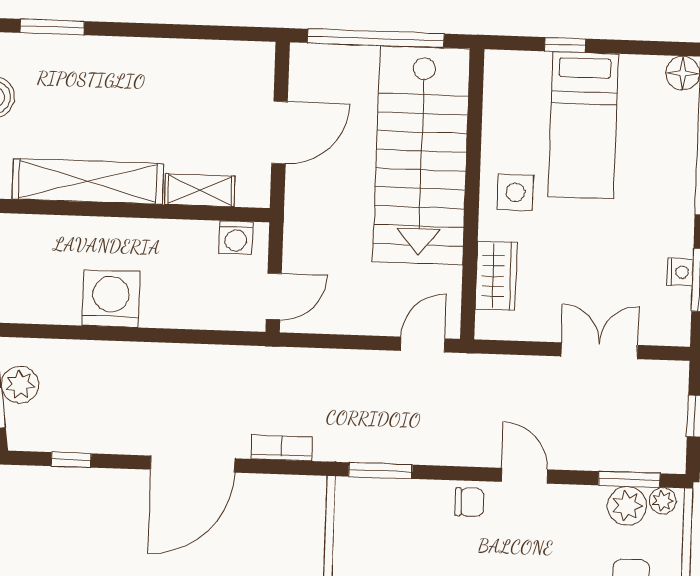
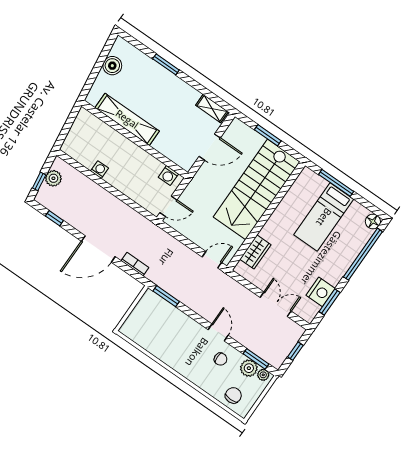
window: (52, 27) -> (166, 64), moved
window: (376, 38) -> (268, 135), width x0.47
window: (565, 45) -> (336, 183), width x2.17
shelving: (200, 190) -> (212, 108), moved
side table: (515, 192) -> (283, 226), removed
nightstand: (680, 272) -> (321, 292), width x1.89, depth x1.79
washing machine: (111, 299) -> (100, 170), width x0.53, depth x0.53
chair: (469, 502) -> (221, 359), moved

